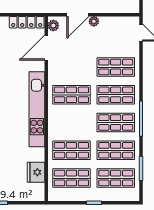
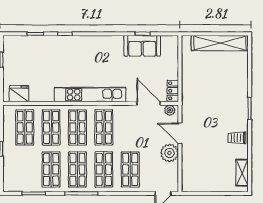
plant: (94, 21) -> (169, 153), width x1.88, depth x1.88
locker: (27, 22) -> (173, 91), width x0.66
fridge: (36, 172) -> (19, 94), moved
shop shelf: (116, 178) -> (77, 127), moved

